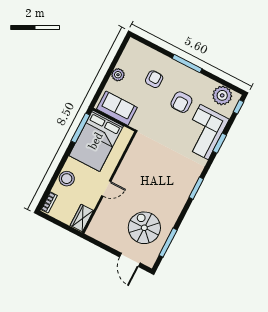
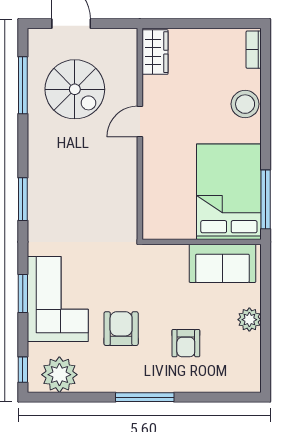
wall: (109, 183) -> (140, 134), moved
door: (106, 189) -> (140, 121), moved
wardrobe: (82, 218) -> (155, 52), moved

